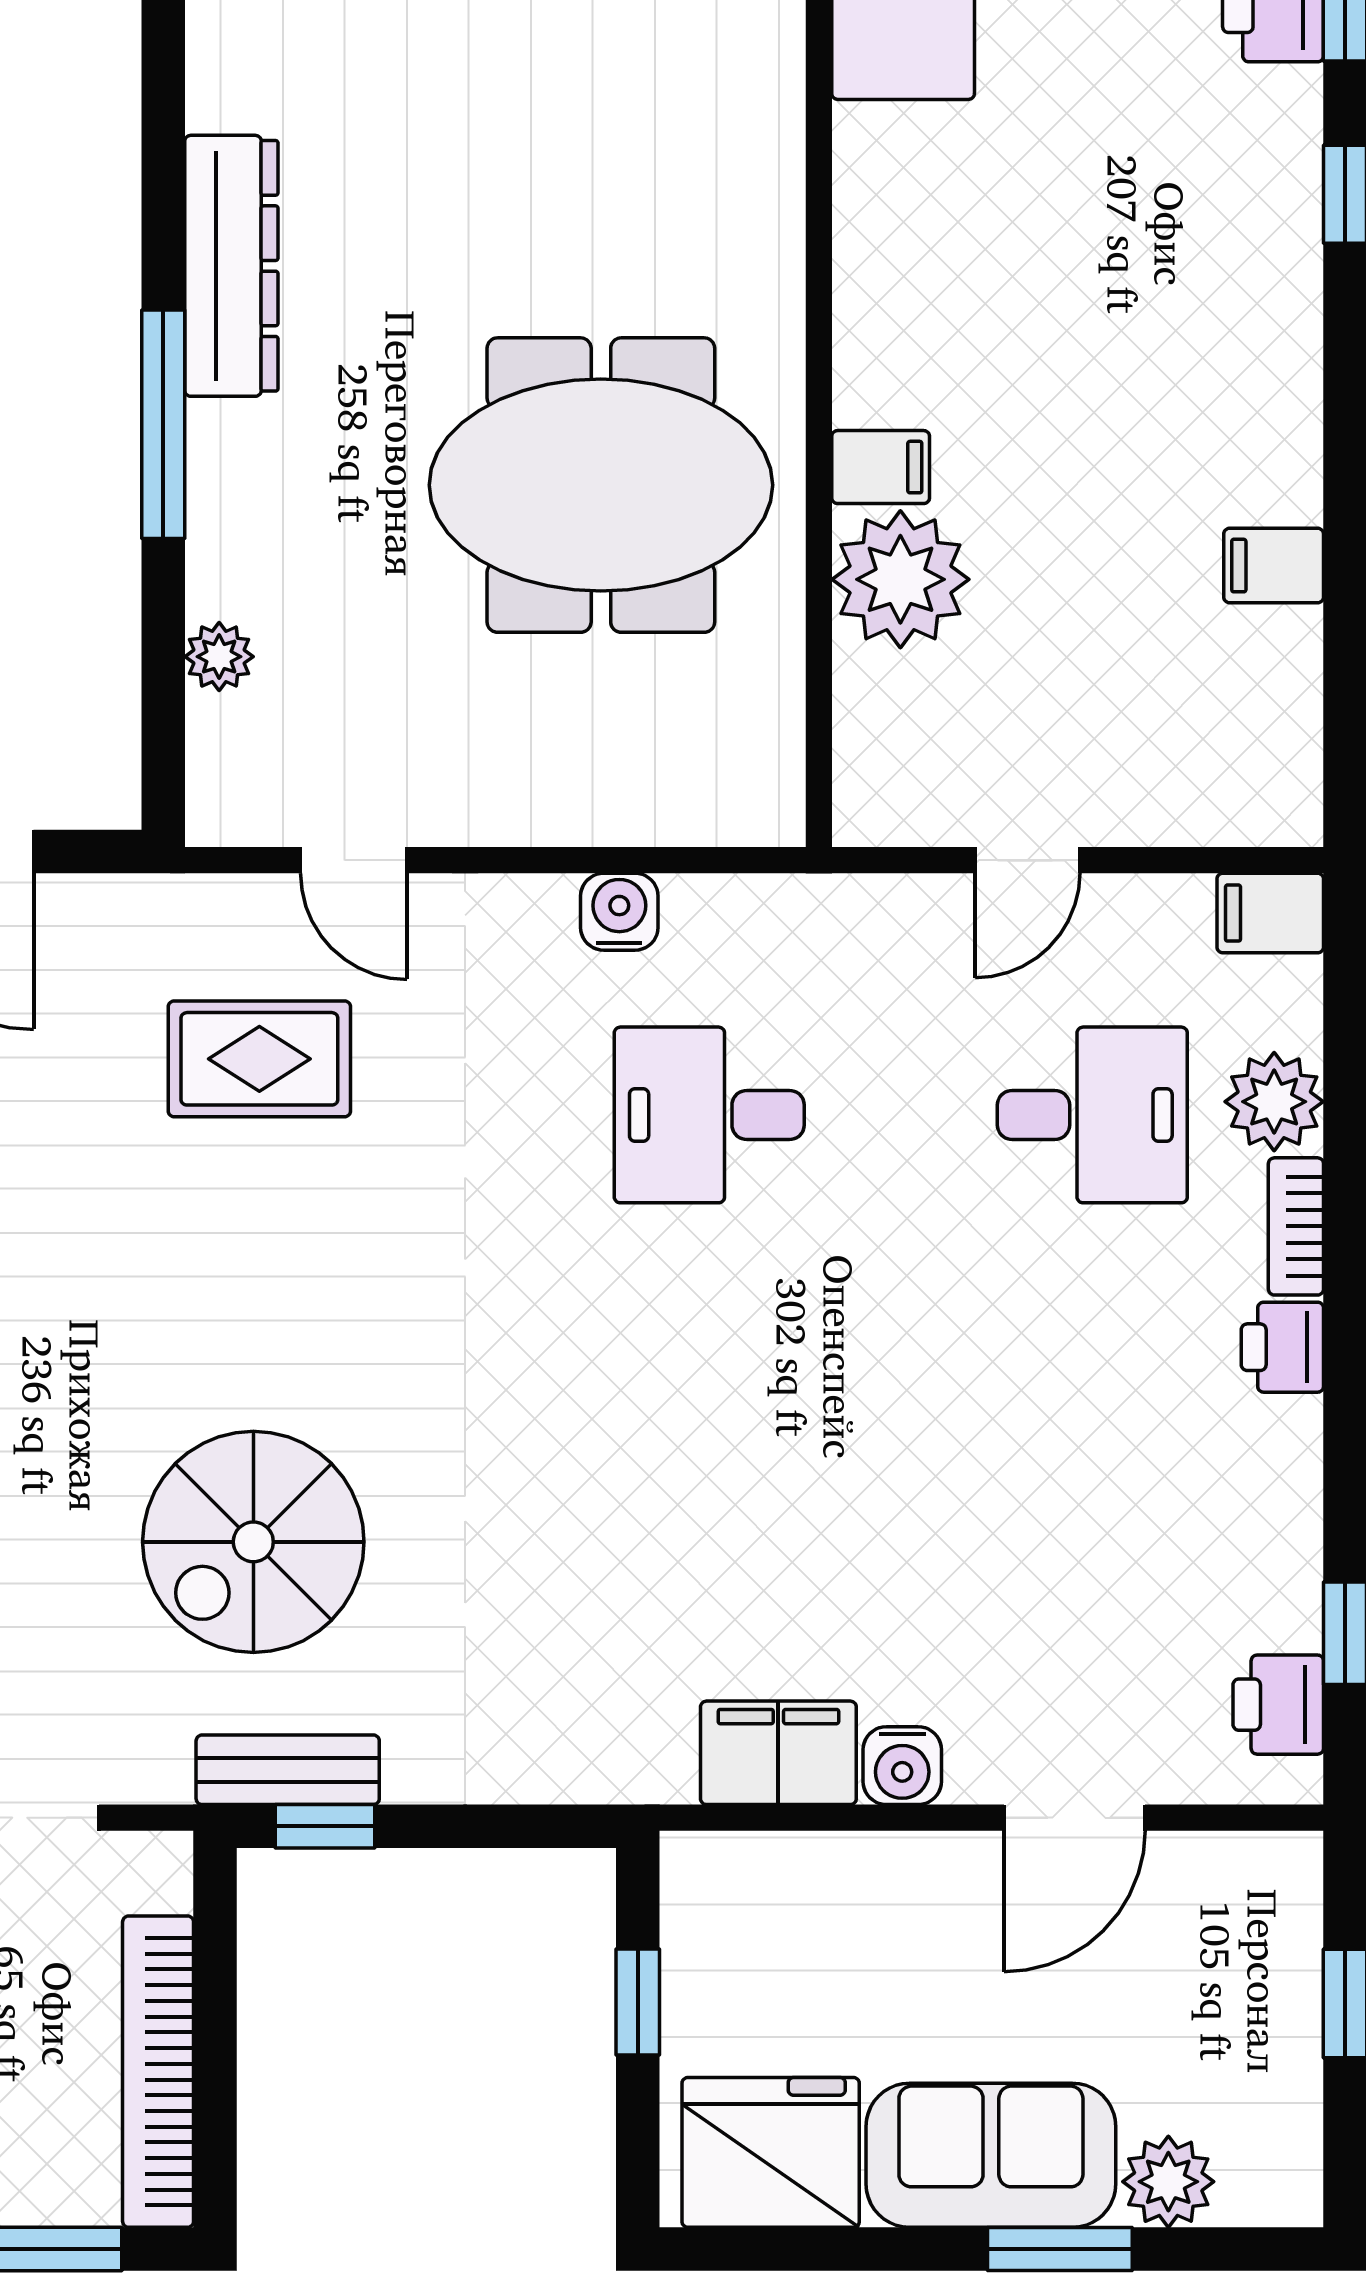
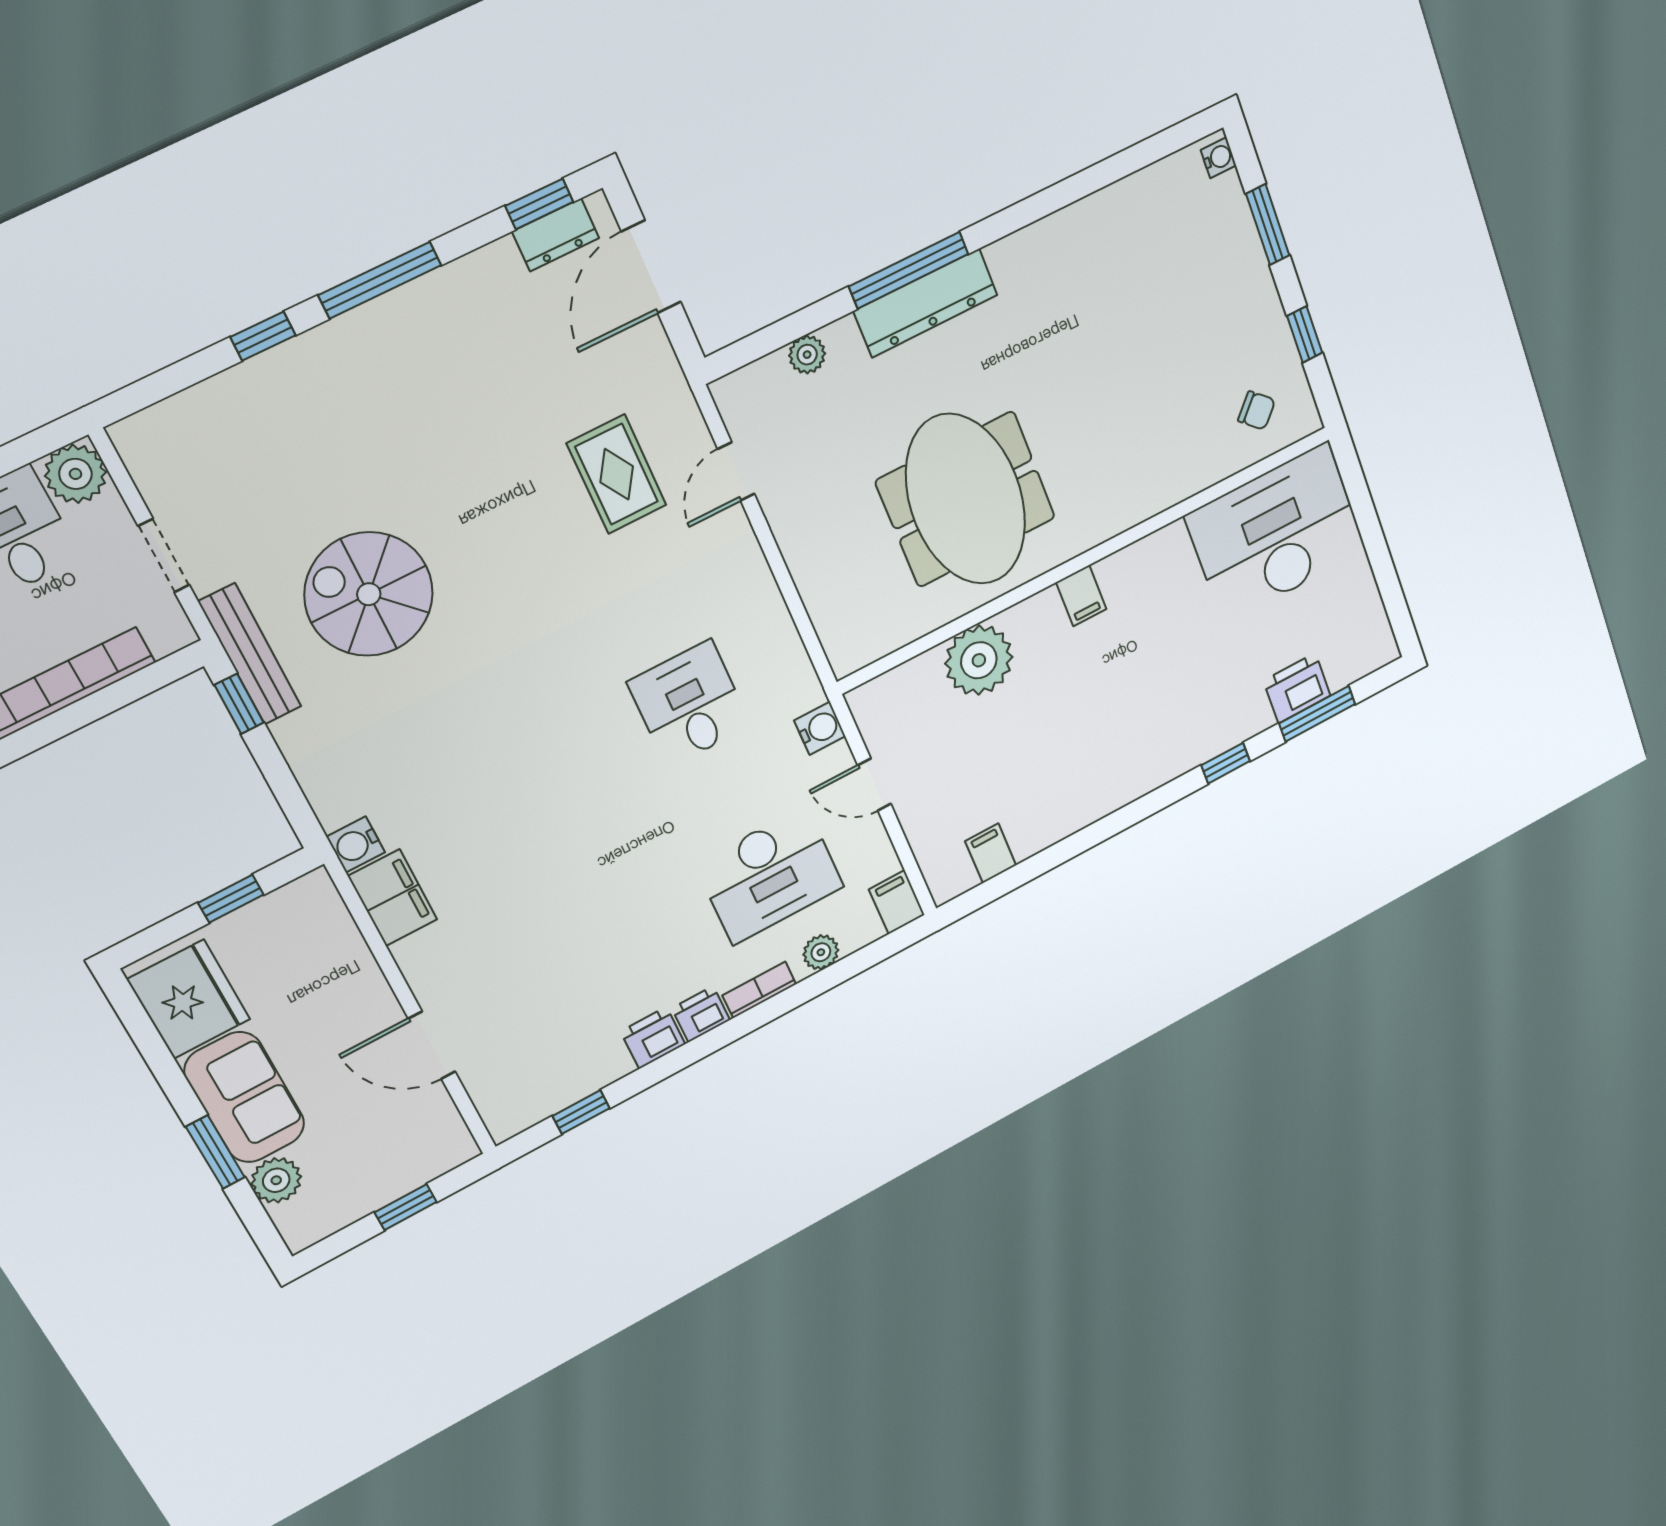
dresser: (231, 266) -> (926, 303), moved
filing cabinet: (881, 467) -> (1081, 596), moved
filing cabinet: (1274, 566) -> (991, 853), moved
water cooler: (619, 912) -> (820, 728), moved
plant: (1274, 1102) -> (821, 952), width x0.73, depth x0.73
desk: (1092, 1115) -> (770, 875), width x1.37
printer: (1278, 1705) -> (653, 1038), moved
water cooler: (902, 1766) -> (356, 844), moved
bench: (288, 1770) -> (250, 654), width x1.36

